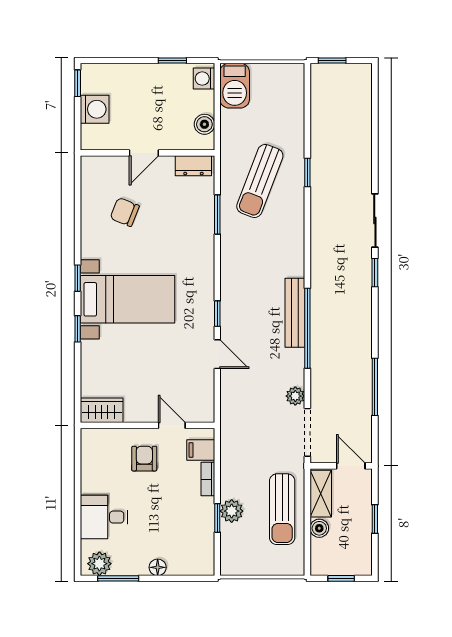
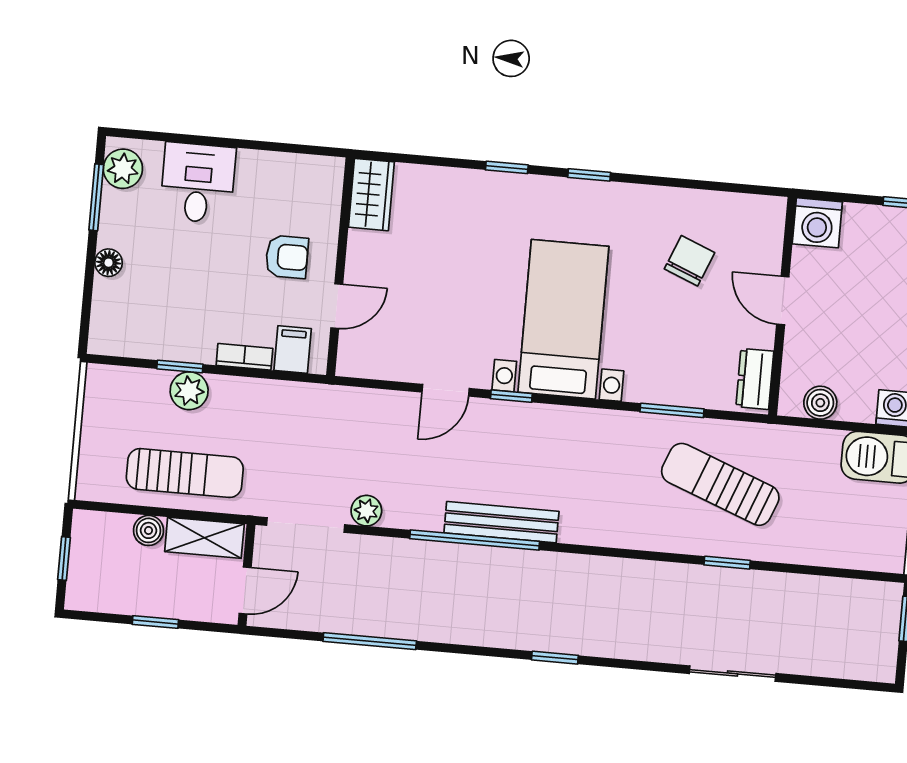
washing machine: (95, 109) -> (817, 223), moved
sliding door: (375, 221) -> (733, 674), moved
bed with nightstands: (127, 299) -> (563, 319), moved, turned 180
sun lounger: (282, 509) -> (185, 473), turned 180

